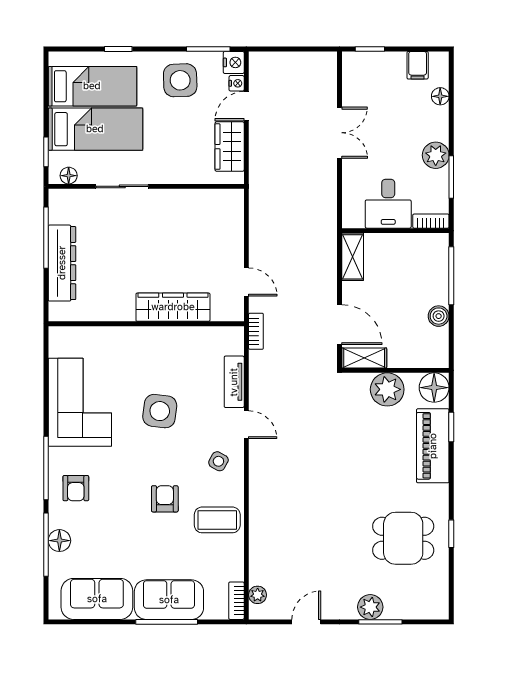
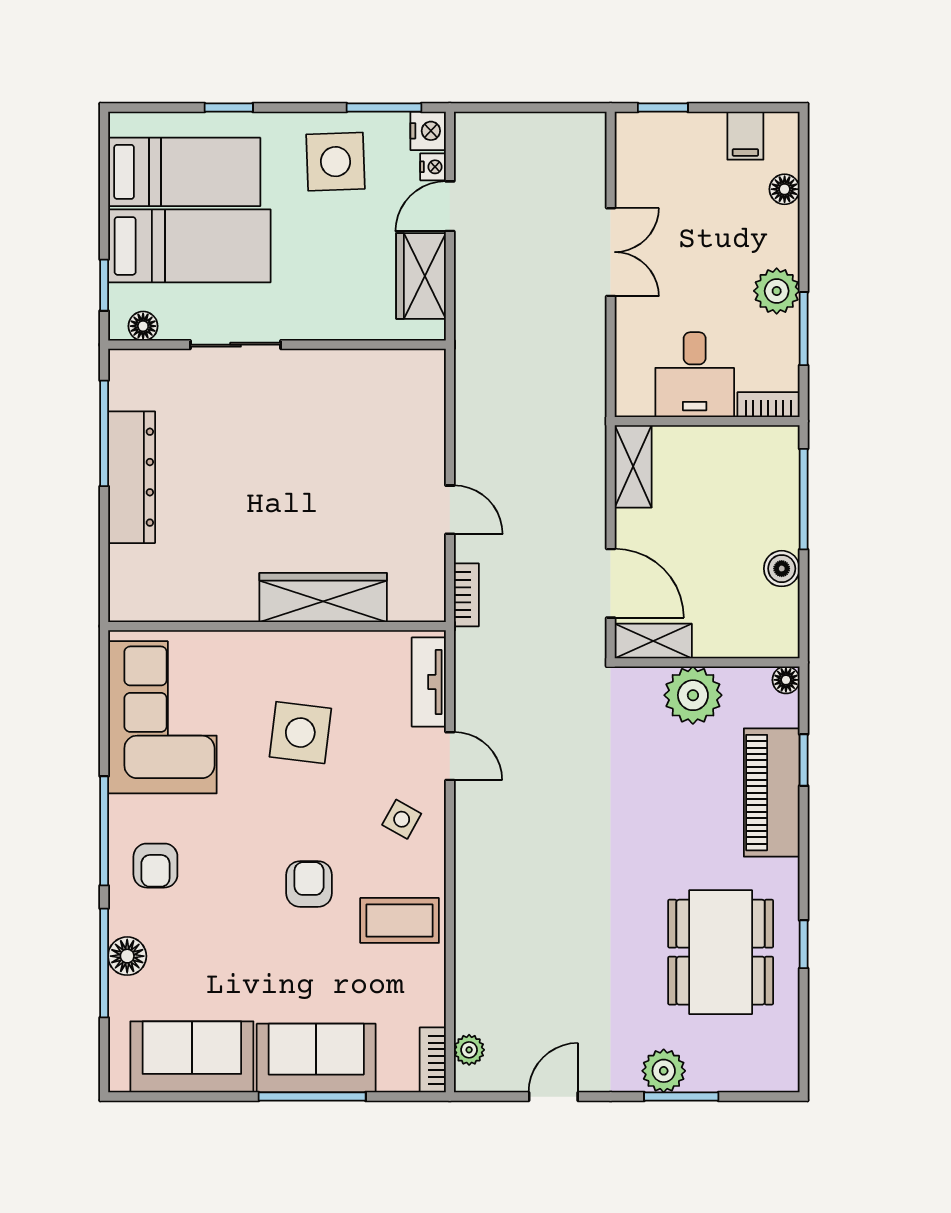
wardrobe: (173, 307) -> (323, 597), moved
wall: (146, 324) -> (277, 626), moved
floor lamp: (434, 388) -> (786, 680), width x0.53, depth x0.53
dining table: (403, 538) -> (721, 952), width x1.37

